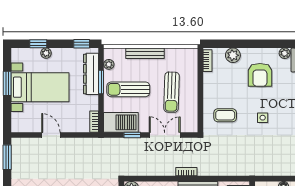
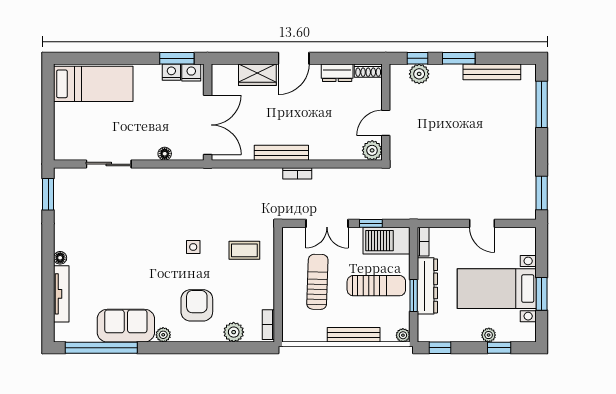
plant: (109, 64) -> (403, 335), moved
dresser: (91, 74) -> (427, 286), moved

